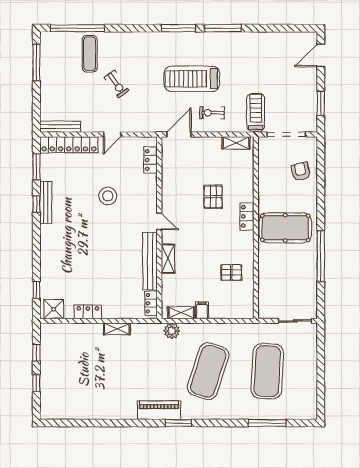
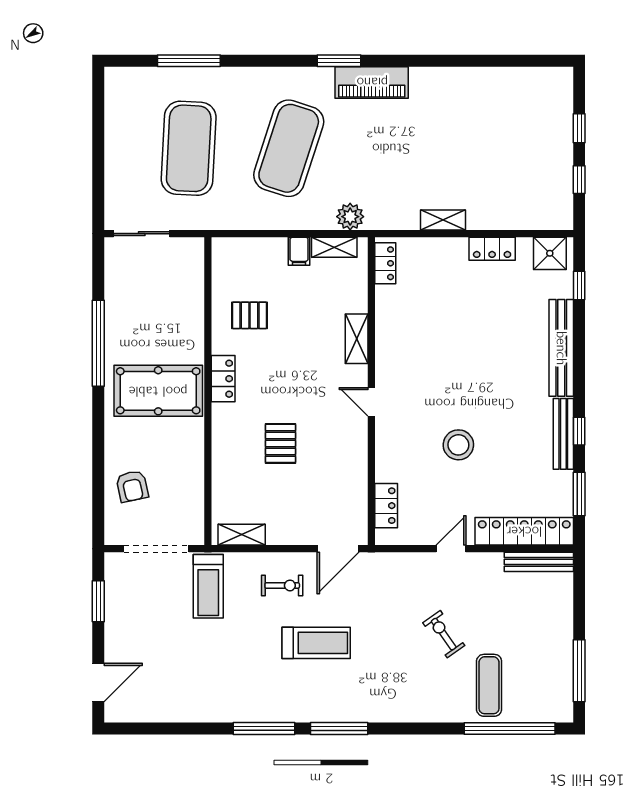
treadmill: (192, 79) -> (316, 643), width x0.73, depth x0.73
locker: (247, 216) -> (223, 379), moved
bench: (150, 261) -> (561, 348), moved

